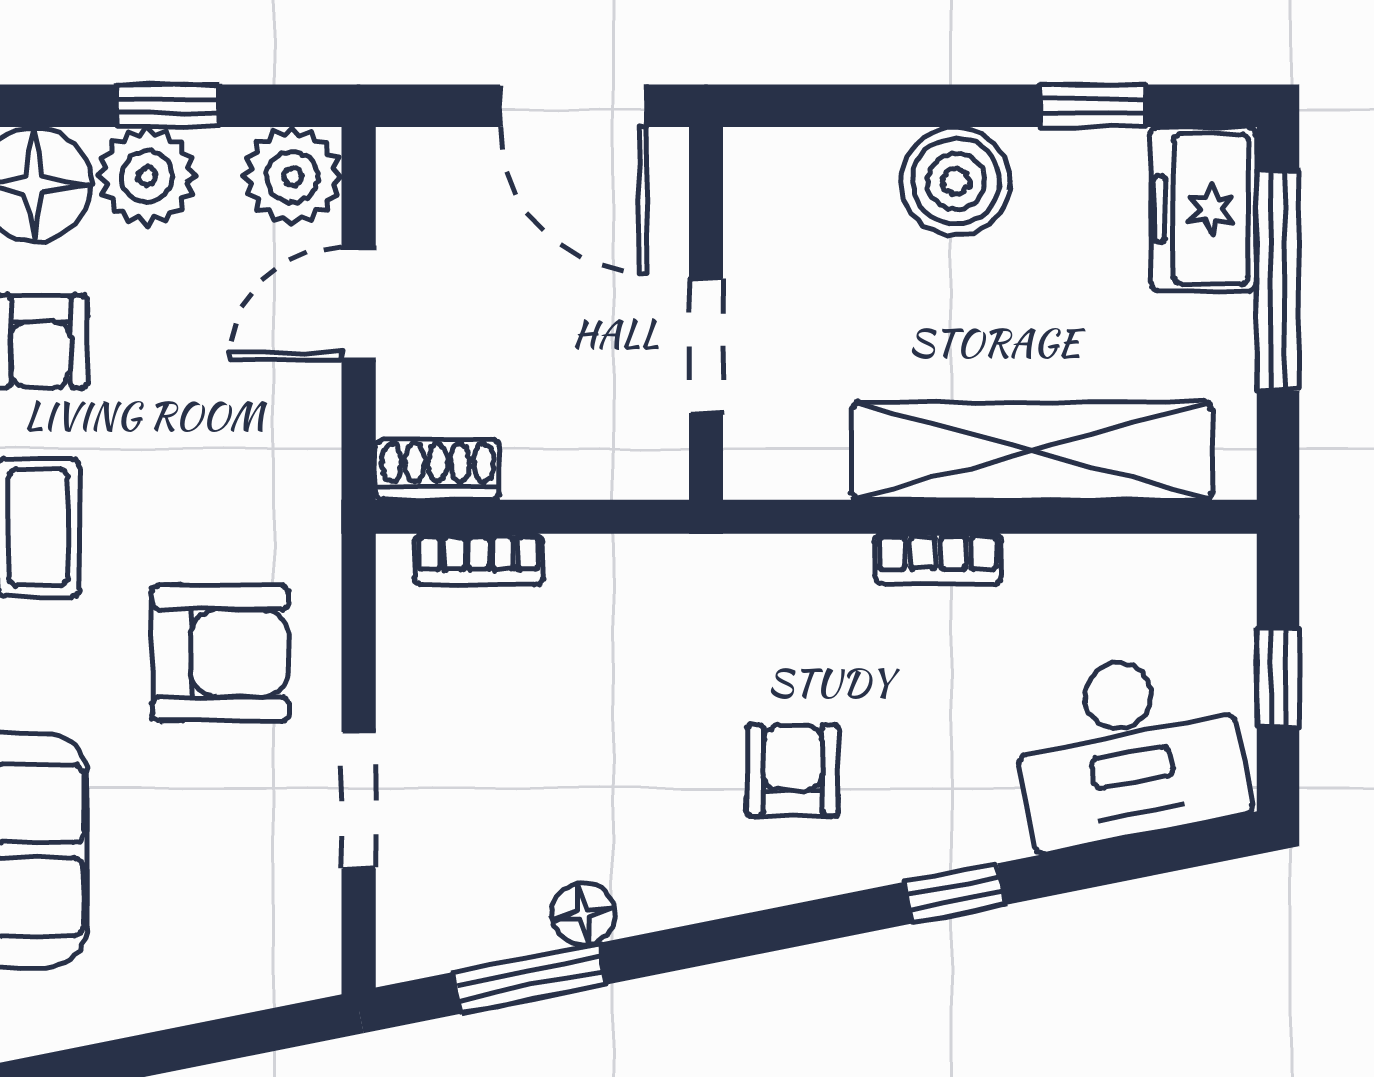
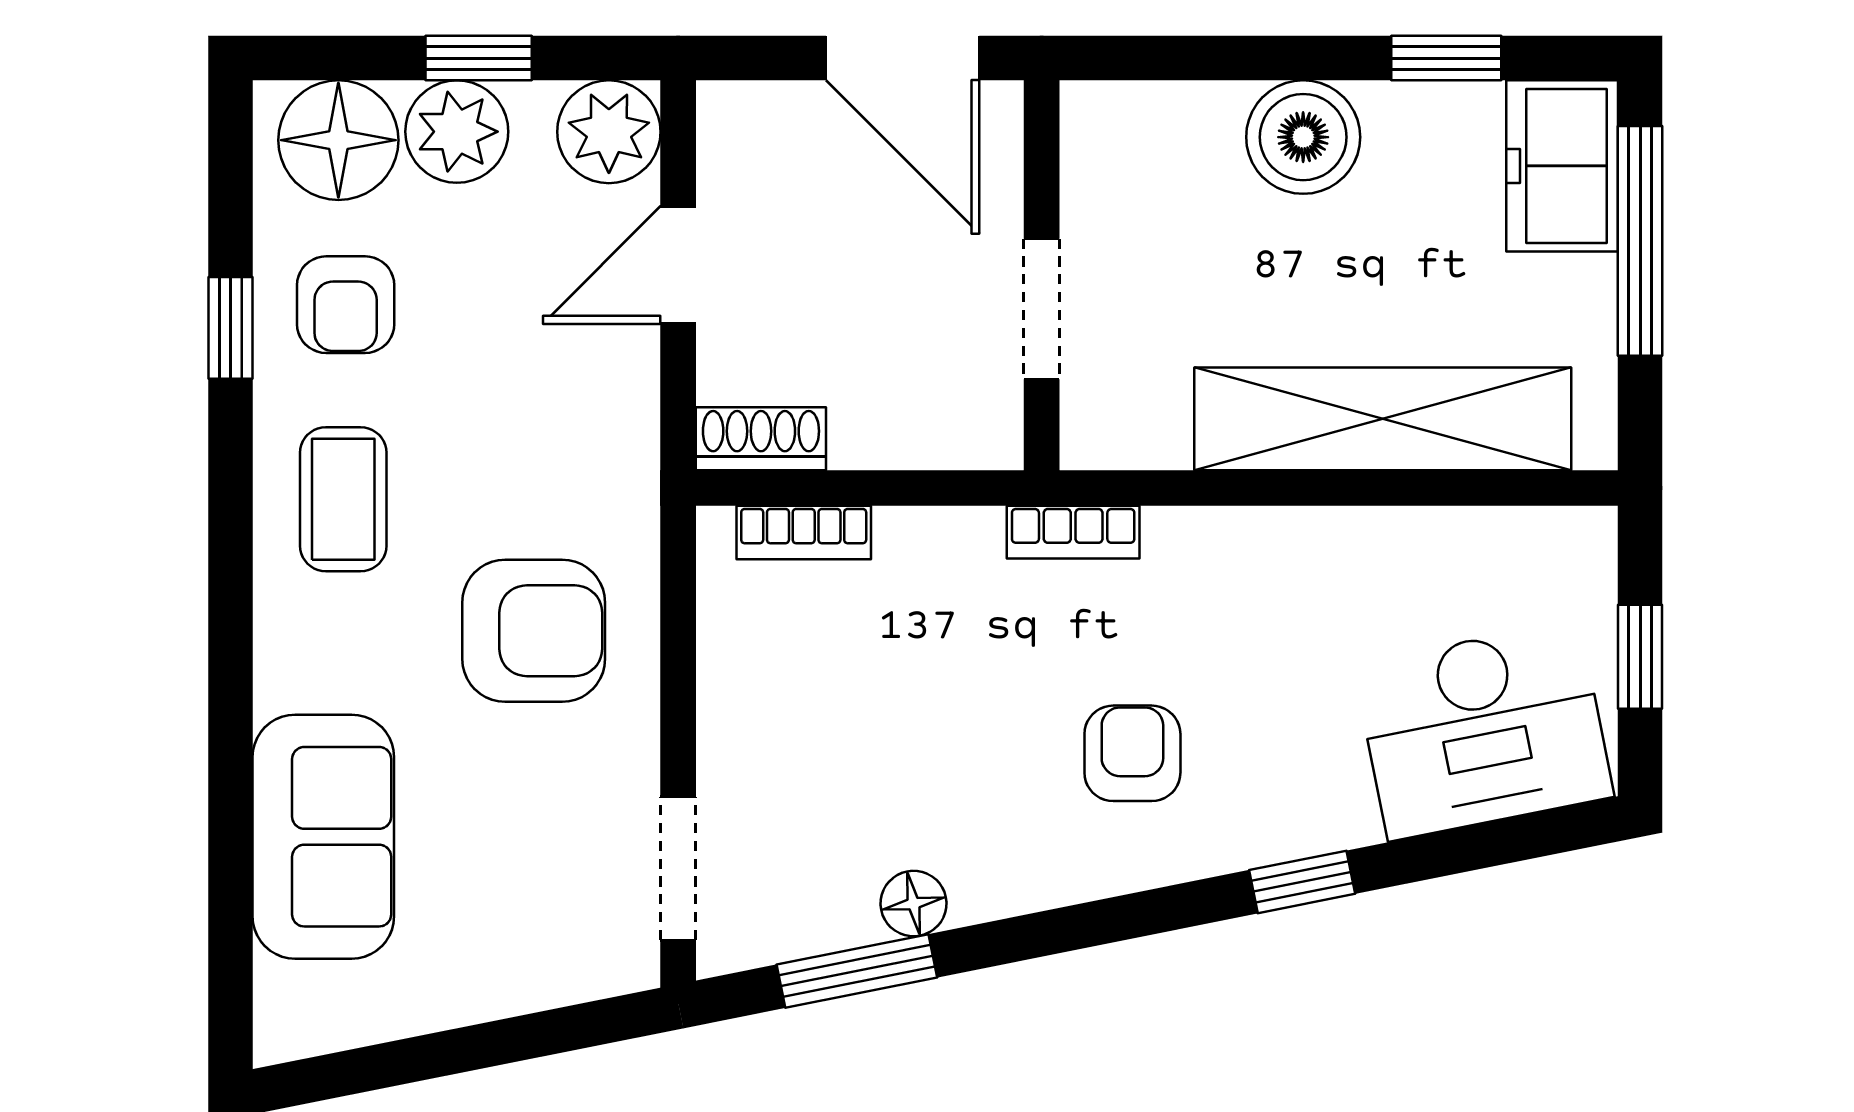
bookcase: (938, 559) -> (1073, 532), moved
doorway: (359, 800) -> (678, 868), moved

